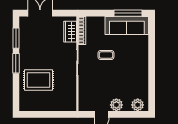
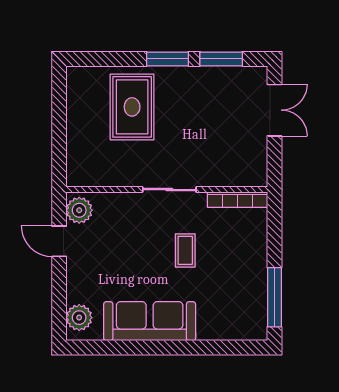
sofa: (127, 25) -> (150, 321), moved, turned 90
wardrobe: (70, 32) -> (235, 174), removed
plant: (116, 105) -> (79, 210), moved

